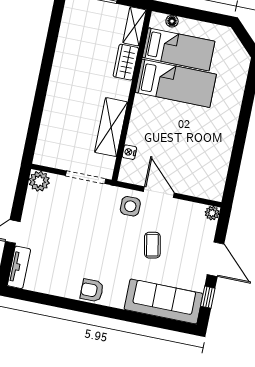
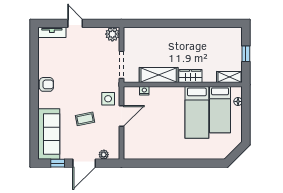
wardrobe: (126, 62) -> (190, 76), moved
plant: (212, 213) -> (104, 155), moved
armchair: (92, 290) -> (46, 84), turned 90

